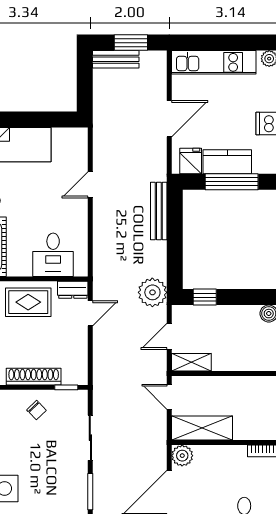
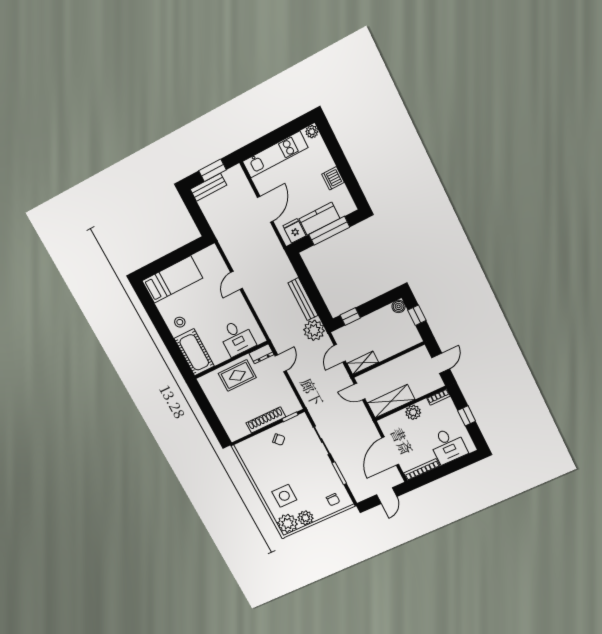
bench: (159, 211) -> (303, 299), moved
plant: (182, 456) -> (413, 412), moved

